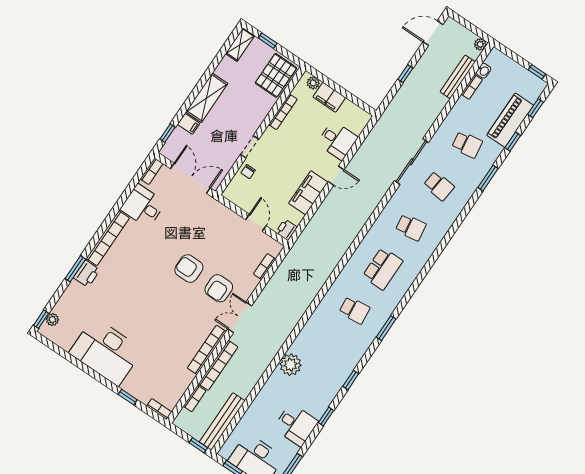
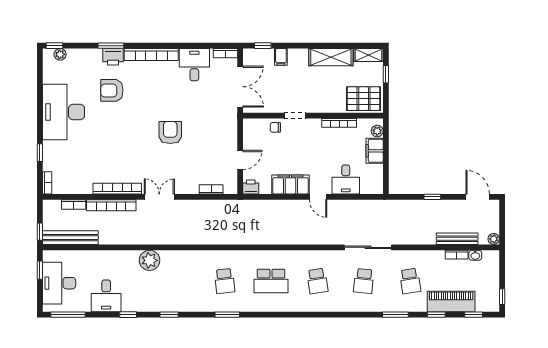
shelving: (207, 98) -> (331, 57), moved
armchair: (219, 288) -> (112, 90), moved

